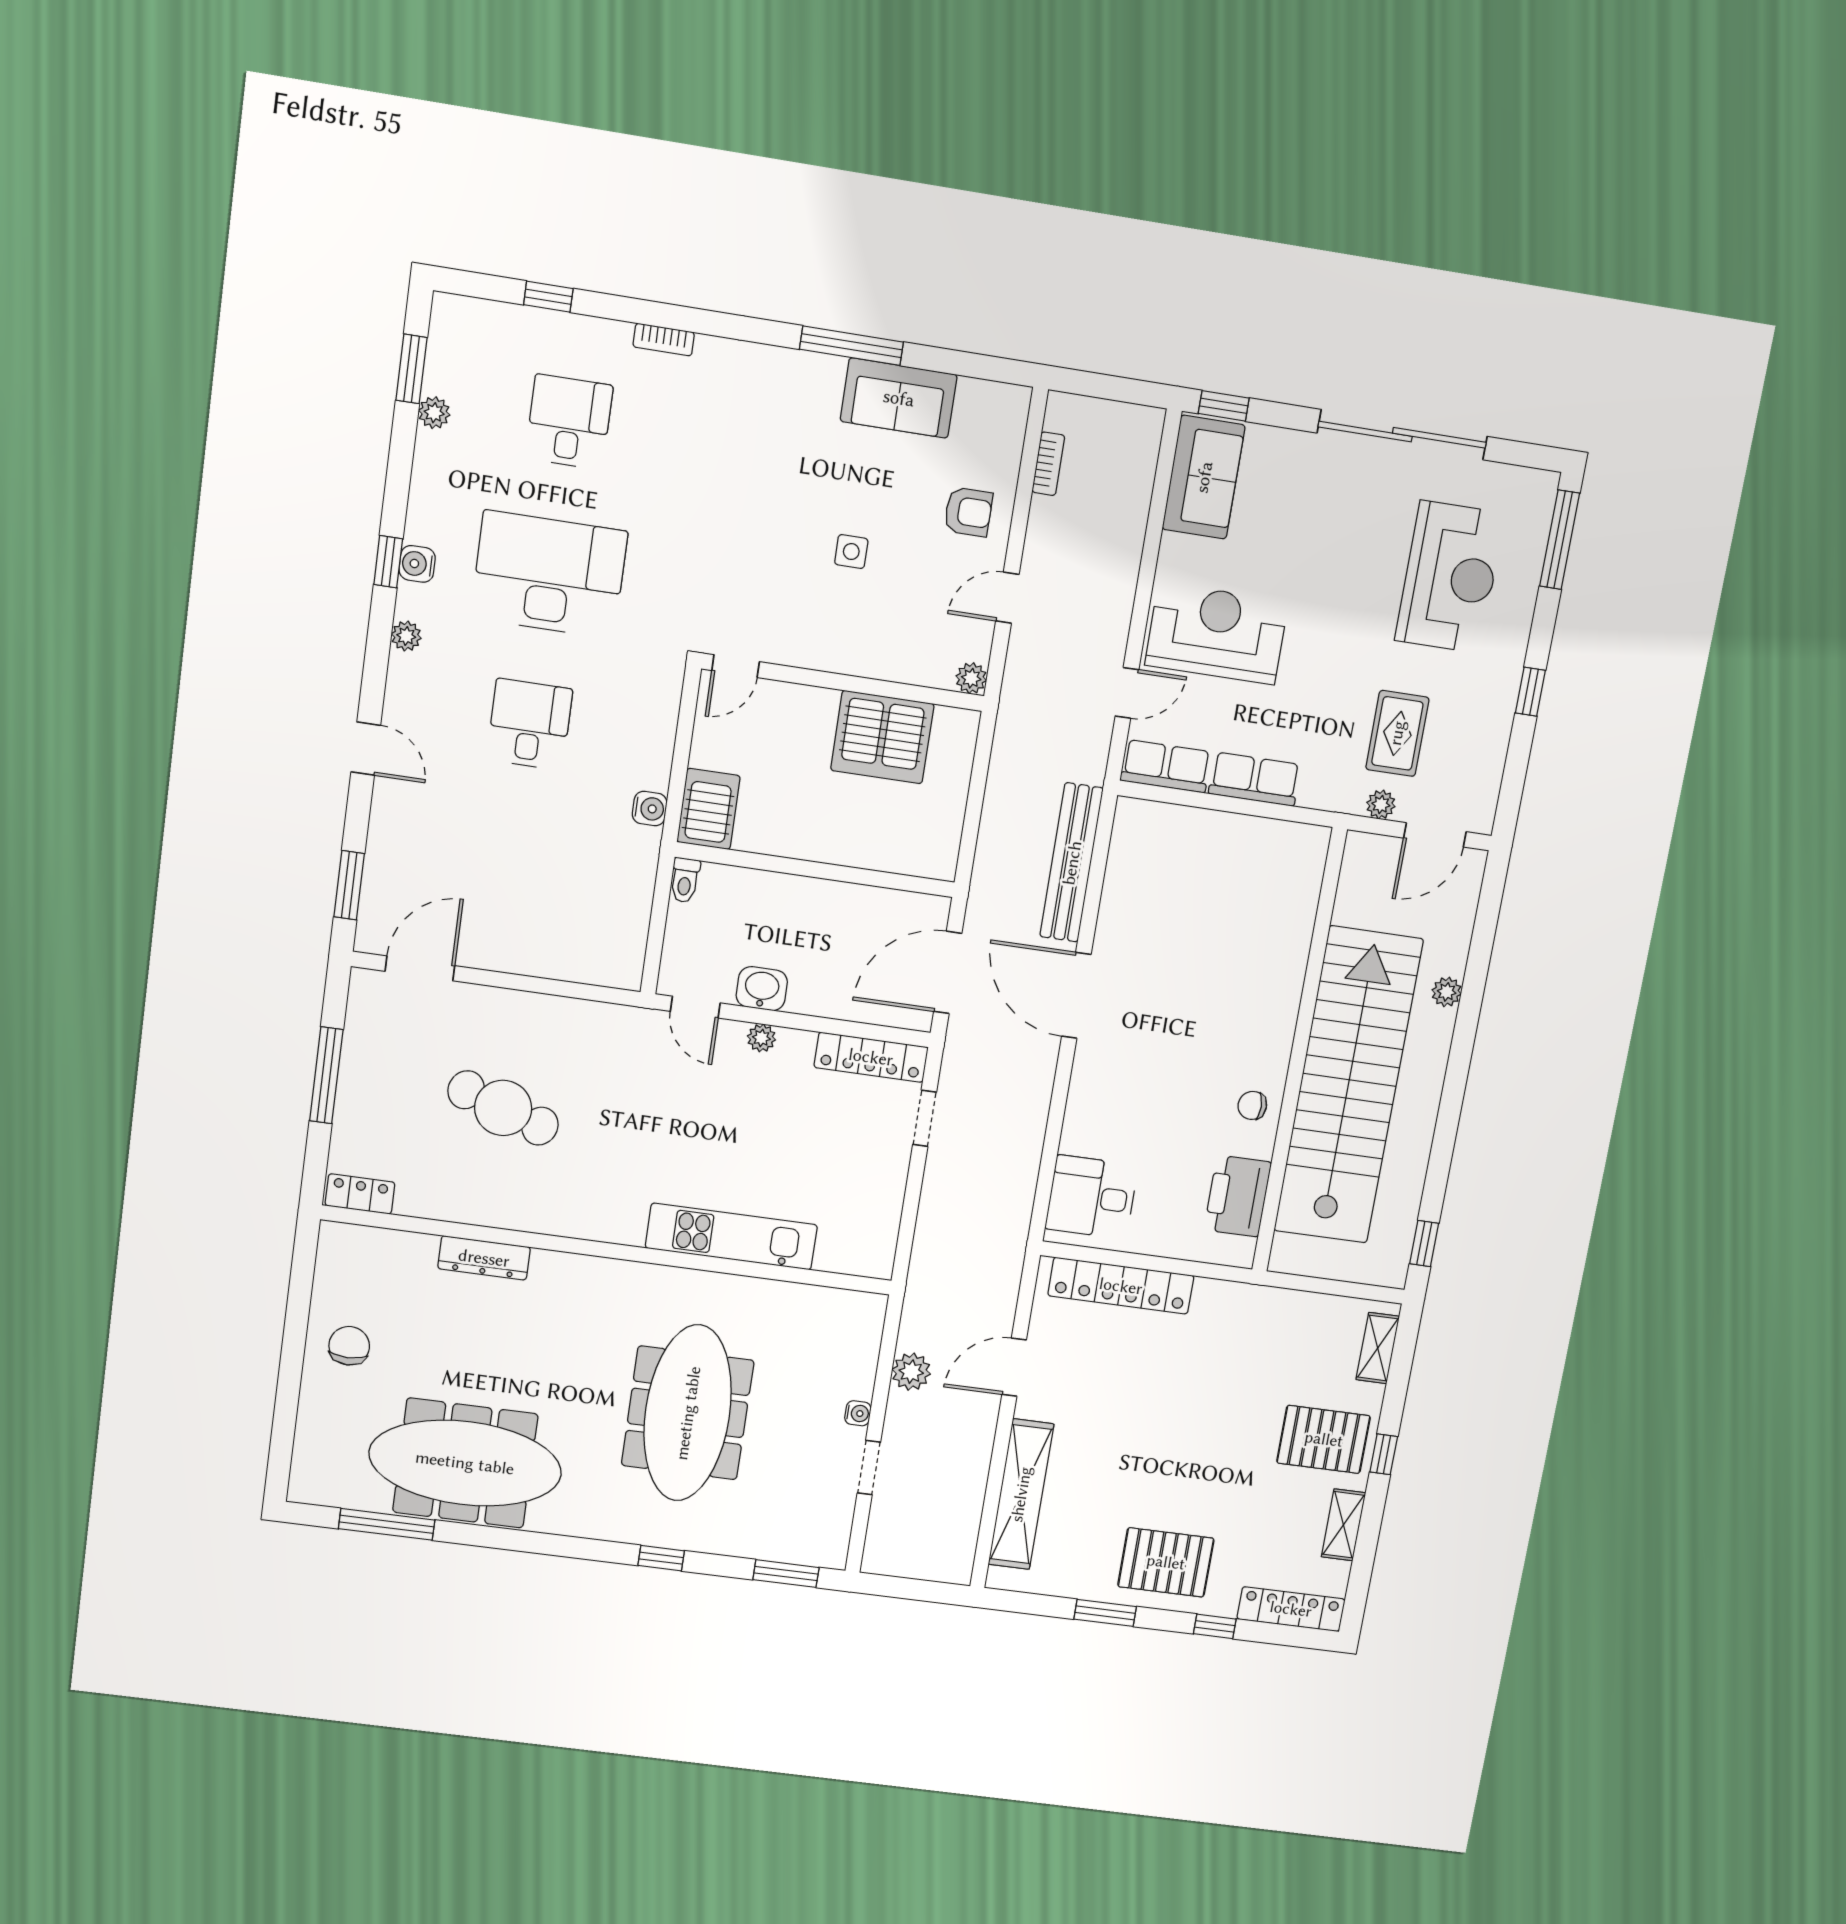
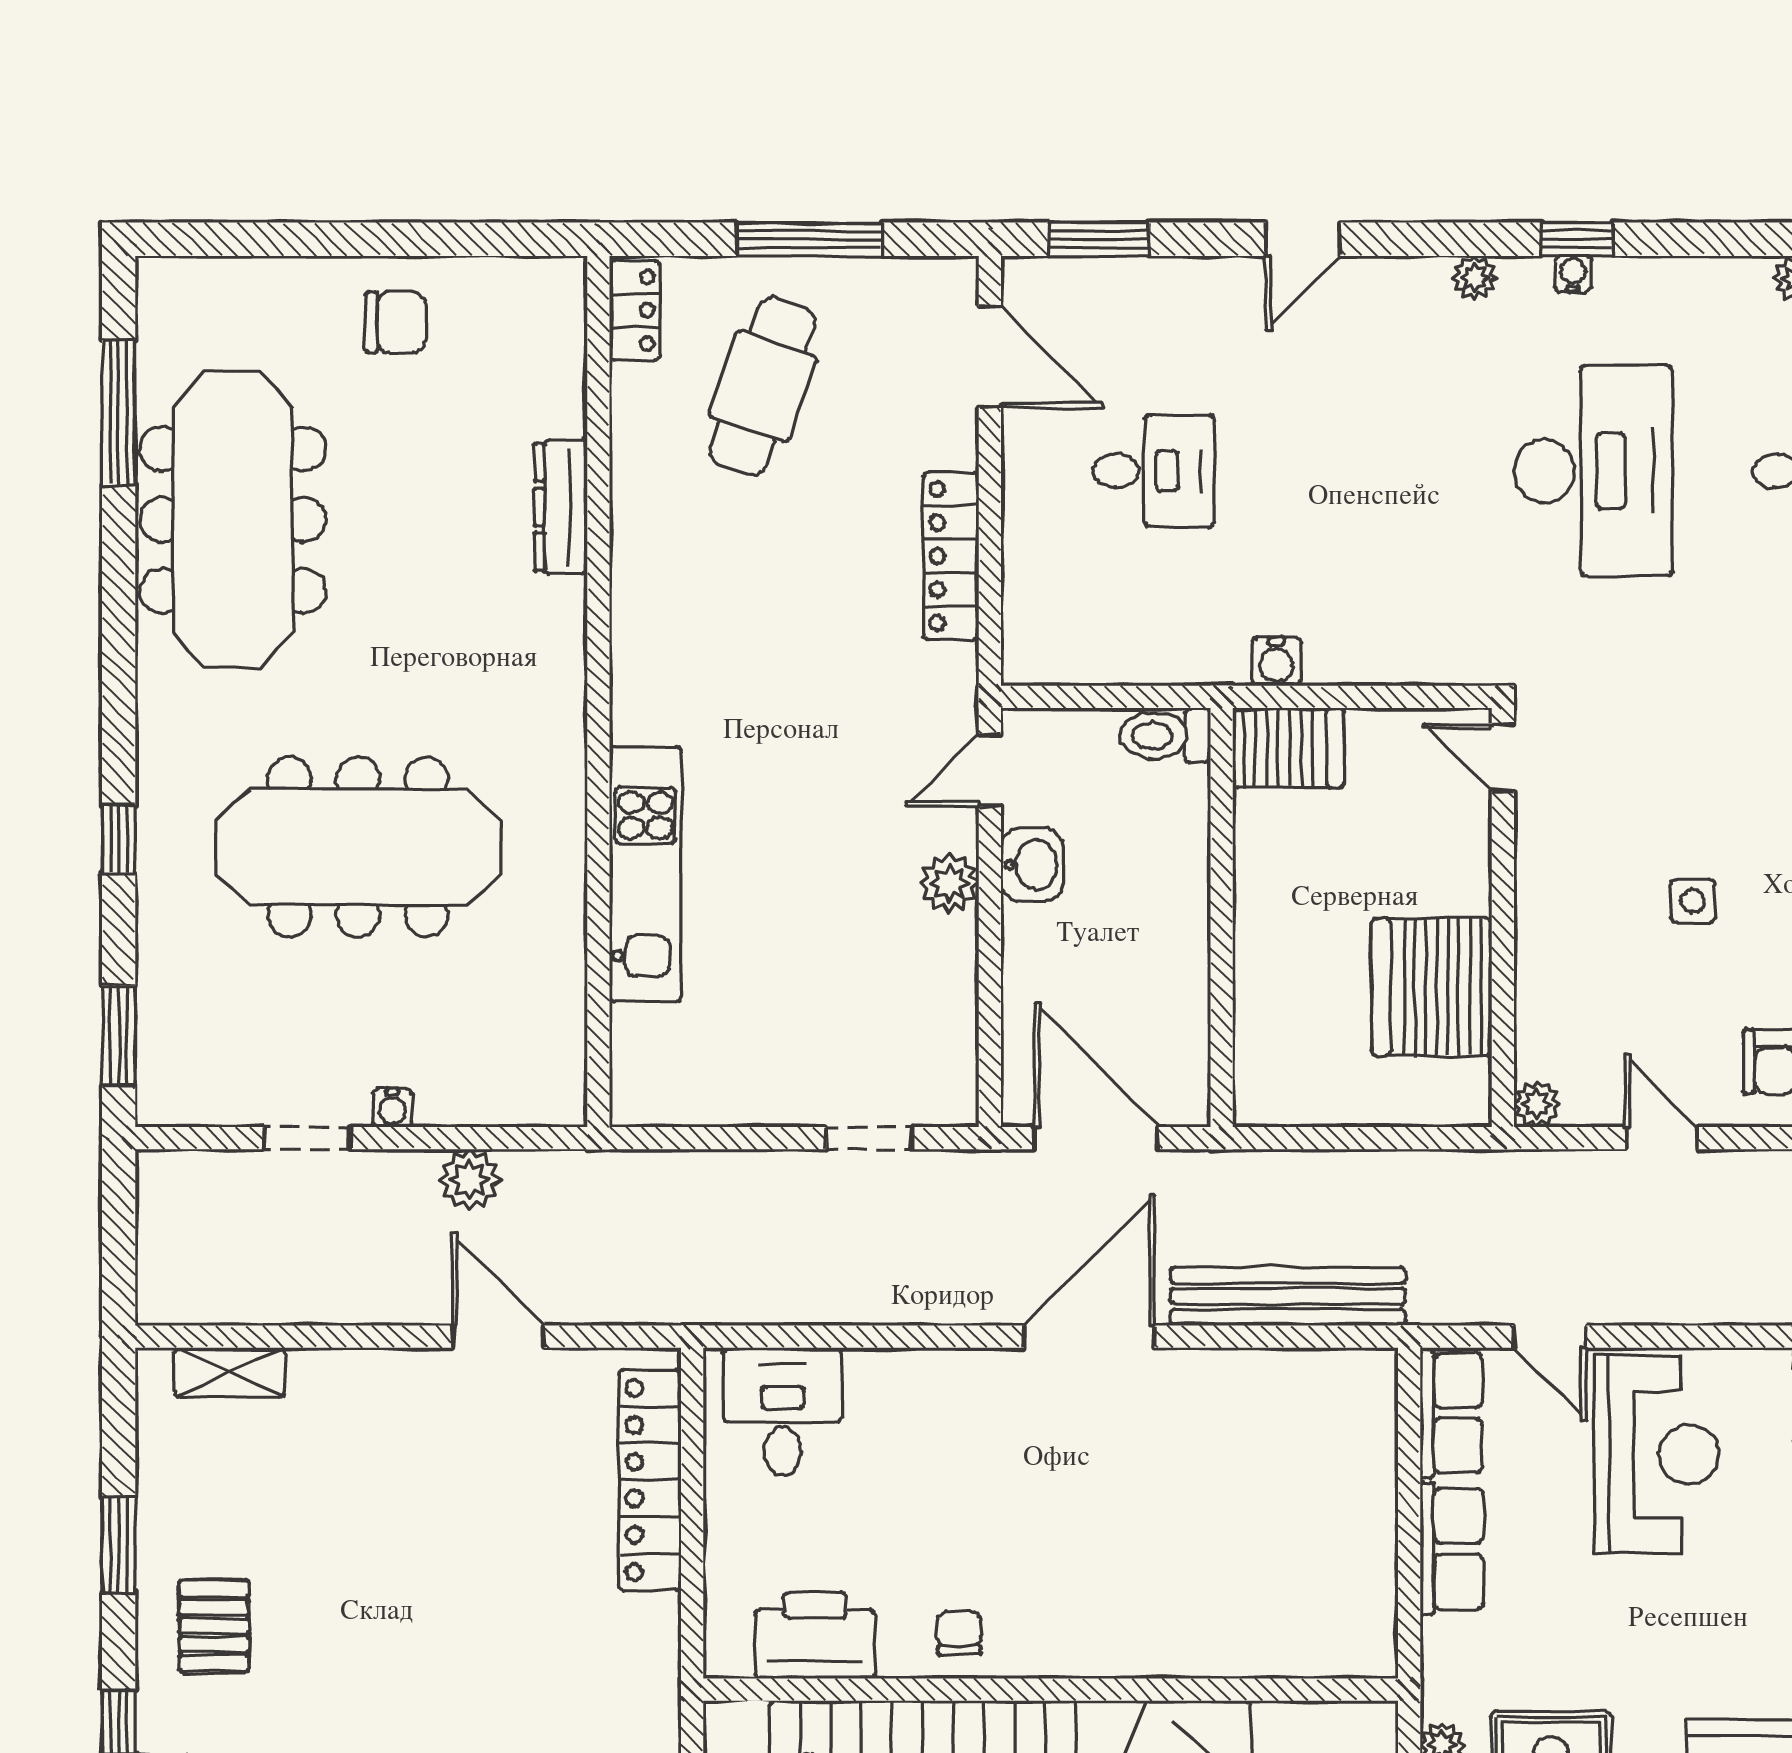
water cooler: (417, 564) -> (1573, 274), width x0.72, depth x0.72
desk: (530, 724) -> (1154, 471), moved
toilet: (685, 880) -> (1165, 735), width x1.37, depth x1.39
plant: (761, 1038) -> (949, 883), width x1.38, depth x1.38
locker: (871, 1057) -> (951, 556), moved
cafe table: (503, 1108) -> (763, 386), moved
shelving: (1021, 1494) -> (230, 1372), width x0.45, depth x0.75
pallet: (1166, 1562) -> (214, 1626), width x0.67, depth x0.71

